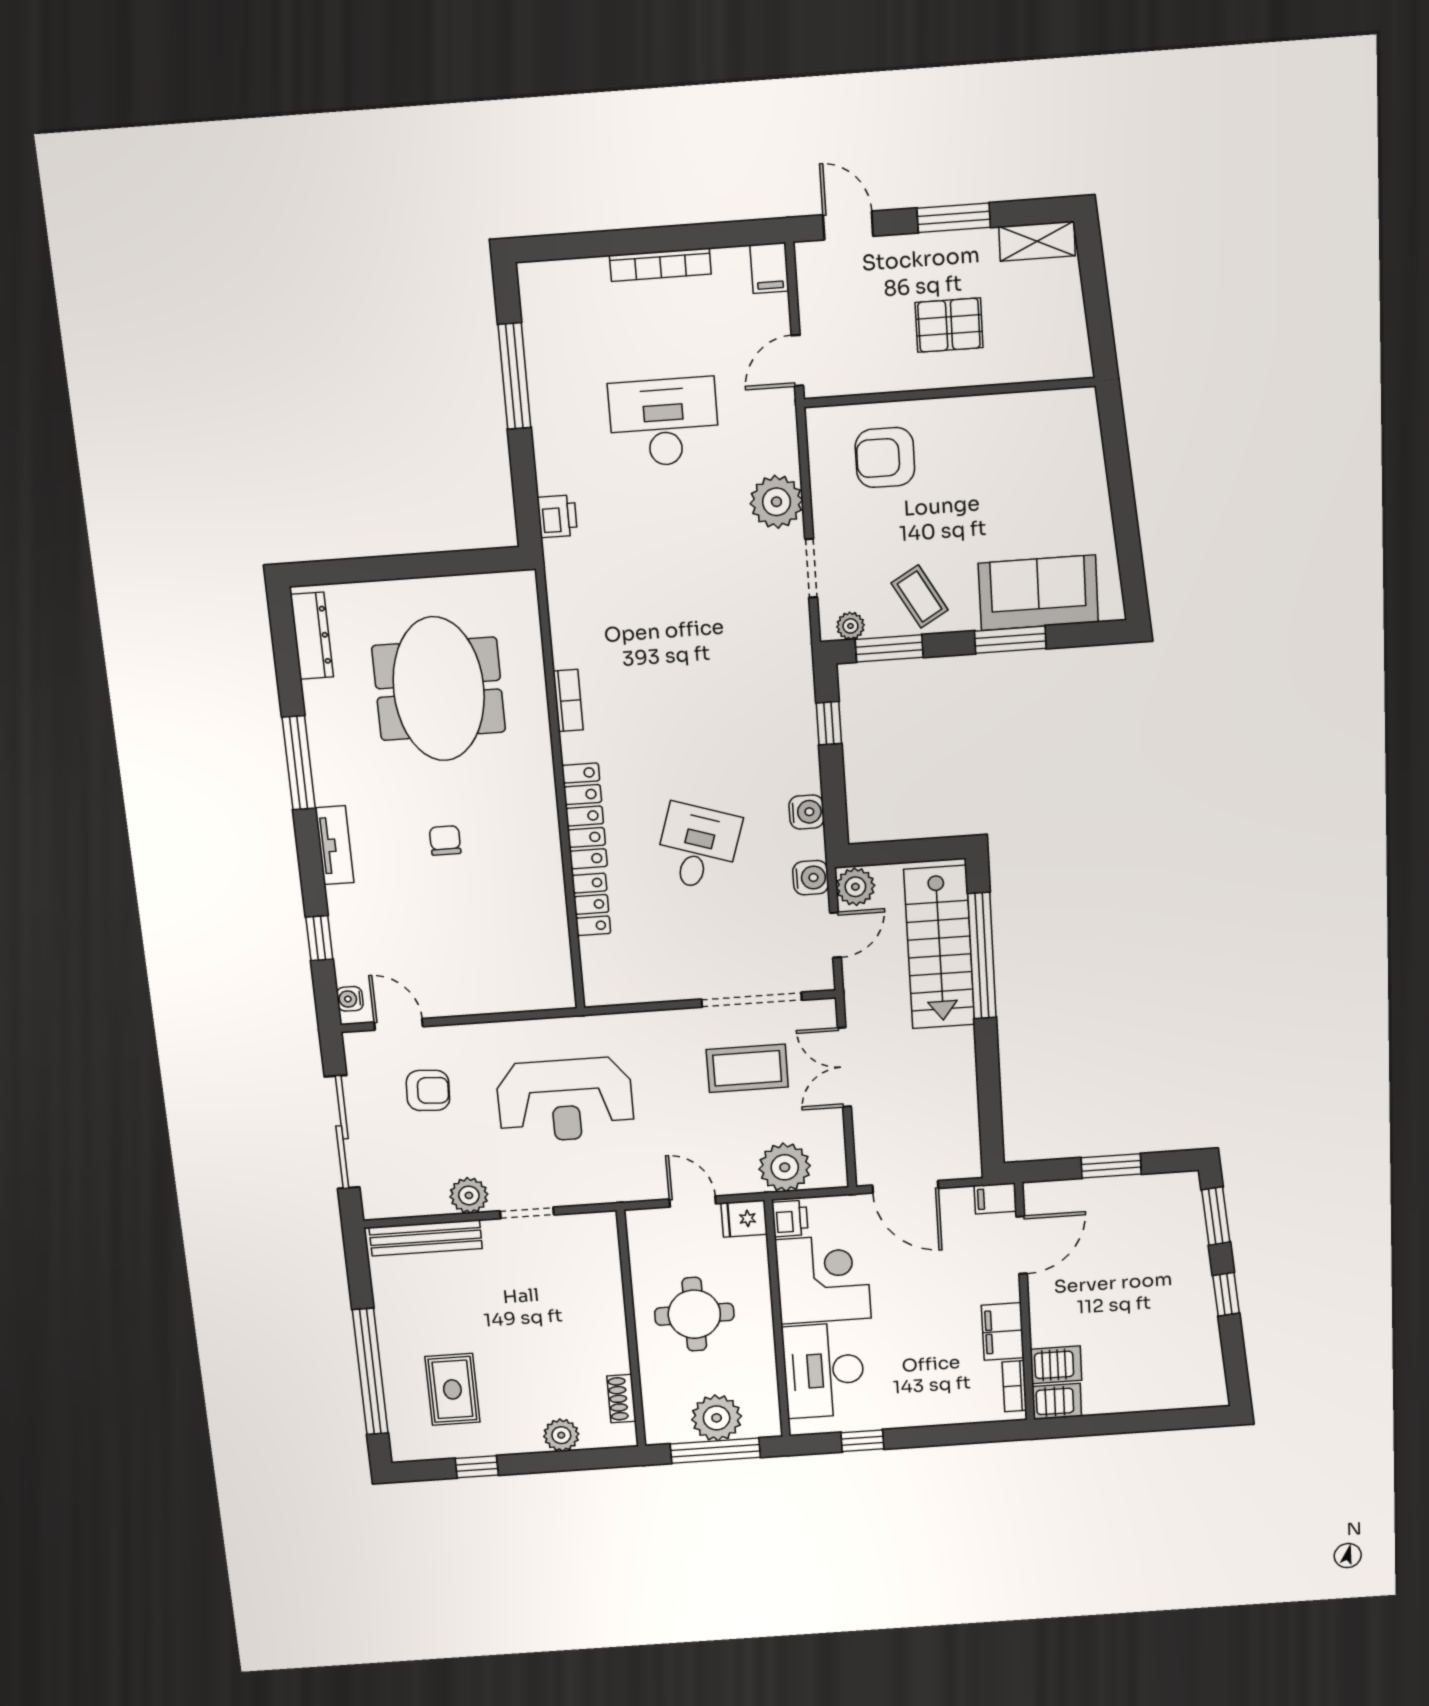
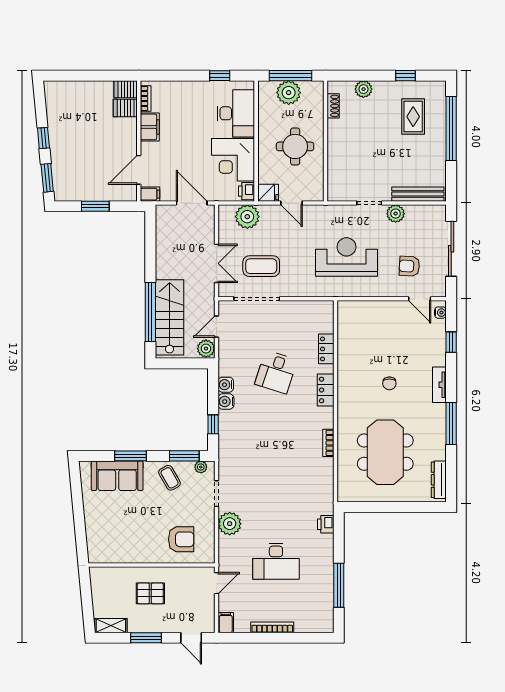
locker: (585, 816) -> (326, 390), width x0.66
water cooler: (811, 878) -> (226, 402), moved

